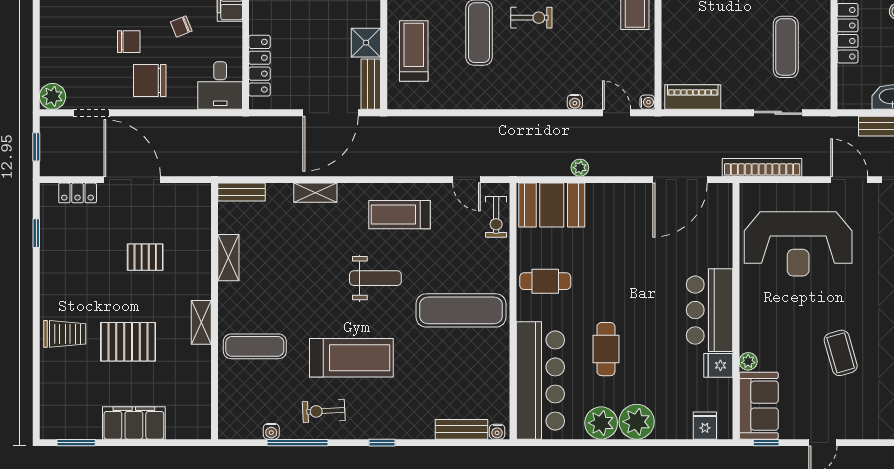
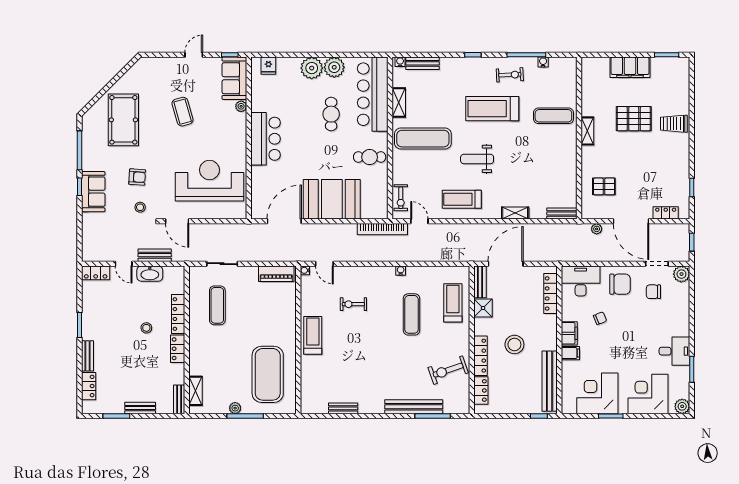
exercise bike: (531, 18) -> (353, 304), moved
chair: (129, 42) -> (653, 292), moved
treadmill: (414, 51) -> (453, 303), turned 180
desk: (220, 86) -> (581, 281), width x1.37
water cooler: (575, 102) -> (401, 271), moved
bookcase: (762, 167) -> (382, 229), moved
plant: (580, 168) -> (597, 229), moved
booth: (552, 205) -> (332, 199), moved, width x1.36, depth x1.42
treadmill: (400, 215) -> (462, 199), turned 180
exercise bike: (496, 217) -> (401, 198), turned 180
pallet: (145, 257) -> (604, 186), moved
shelving: (228, 258) -> (399, 102), moved
fridge: (718, 365) -> (260, 104), removed

